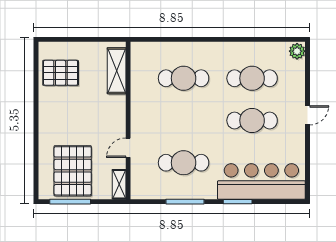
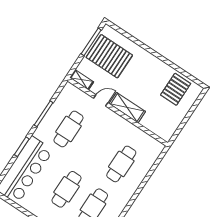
shelving: (117, 71) -> (127, 108), moved
door: (128, 148) -> (101, 100), hinge flipped

